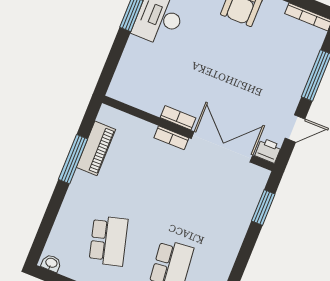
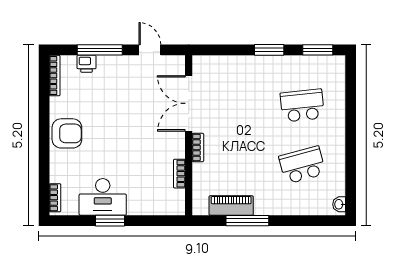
bookcase: (178, 118) -> (179, 174), moved
printer: (268, 151) -> (87, 64), moved, turned -90
window: (263, 208) -> (269, 50), moved

